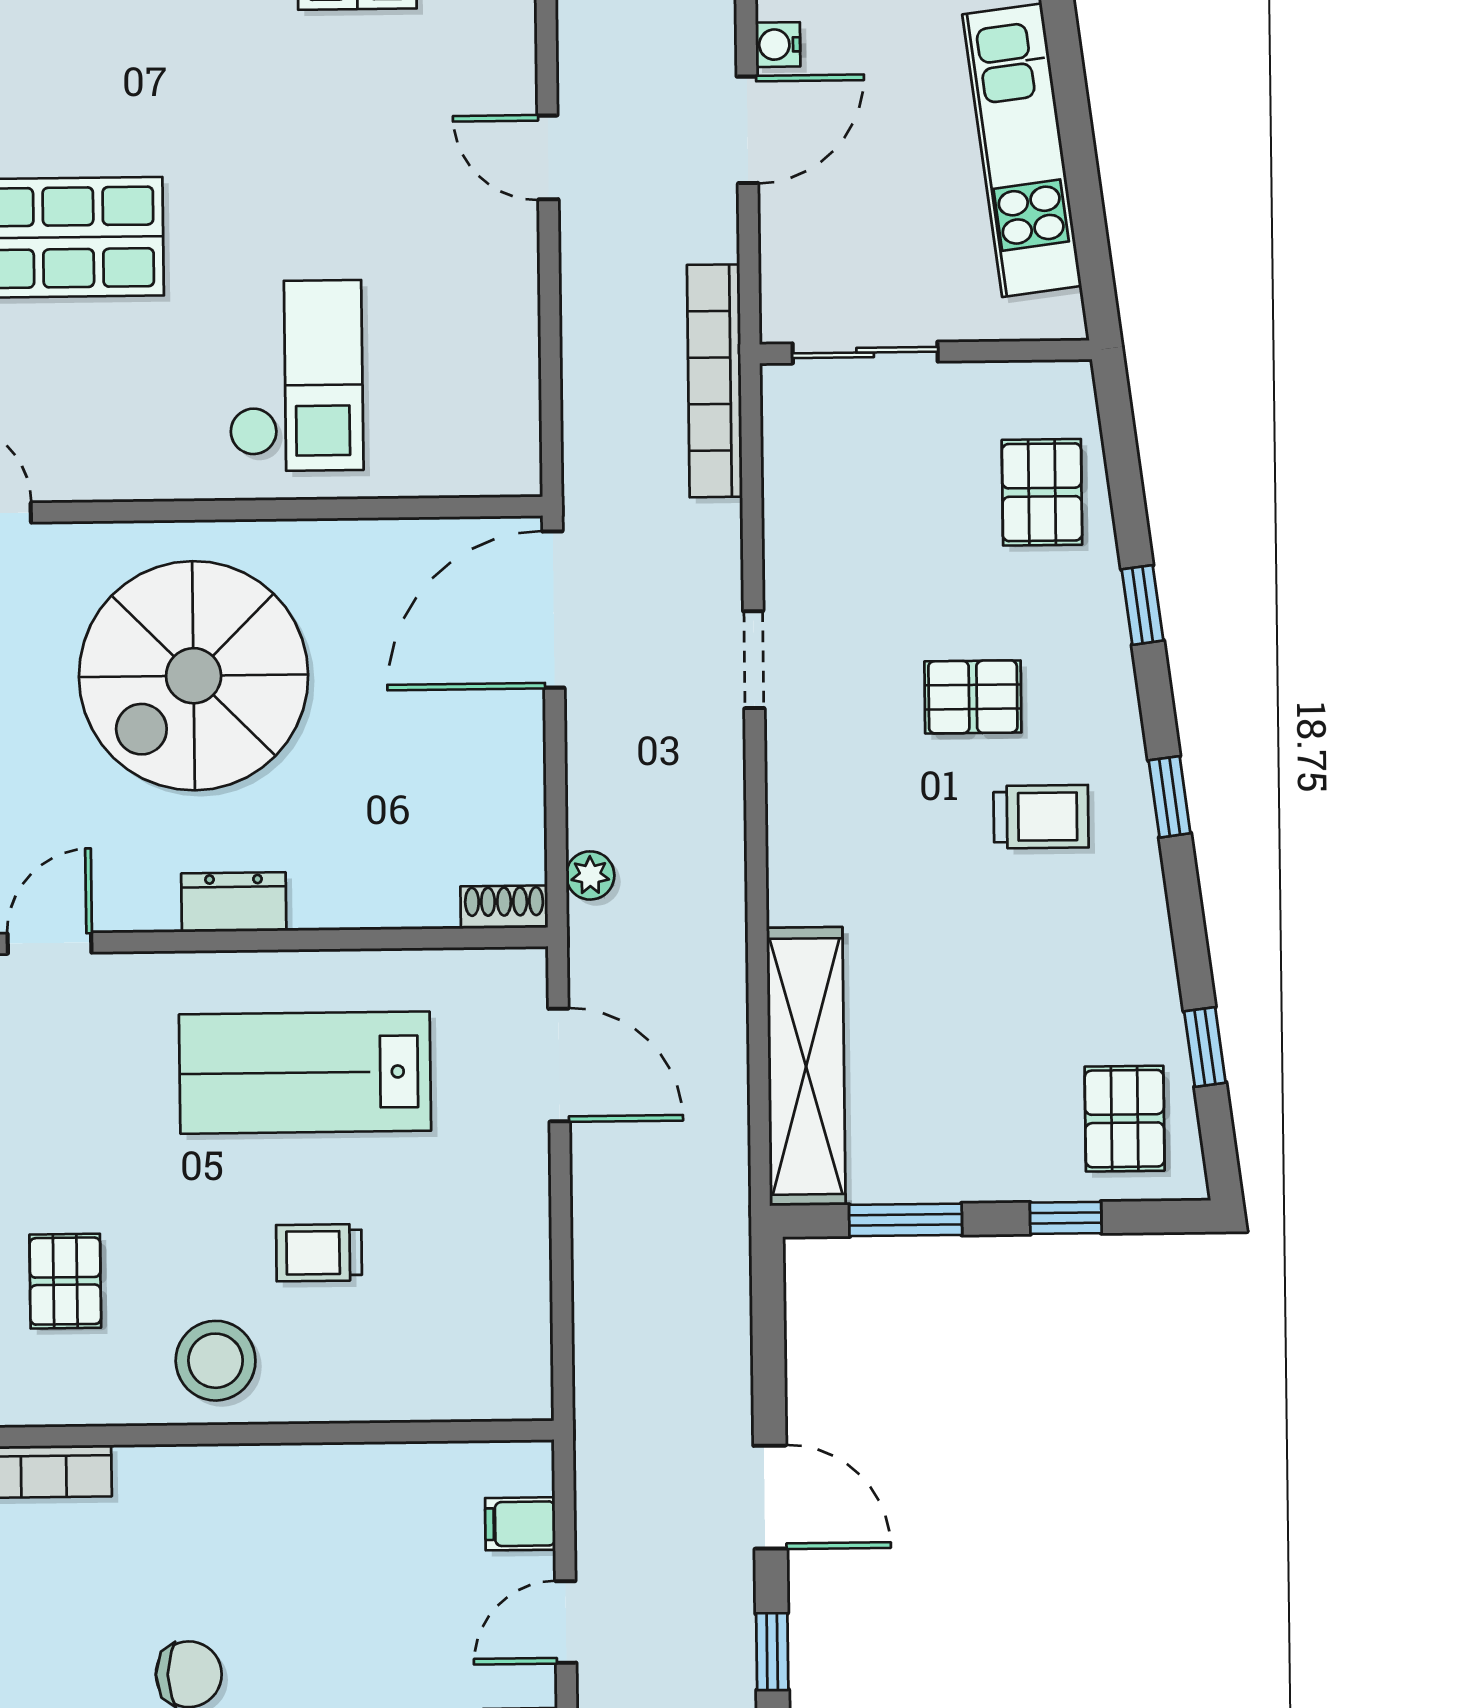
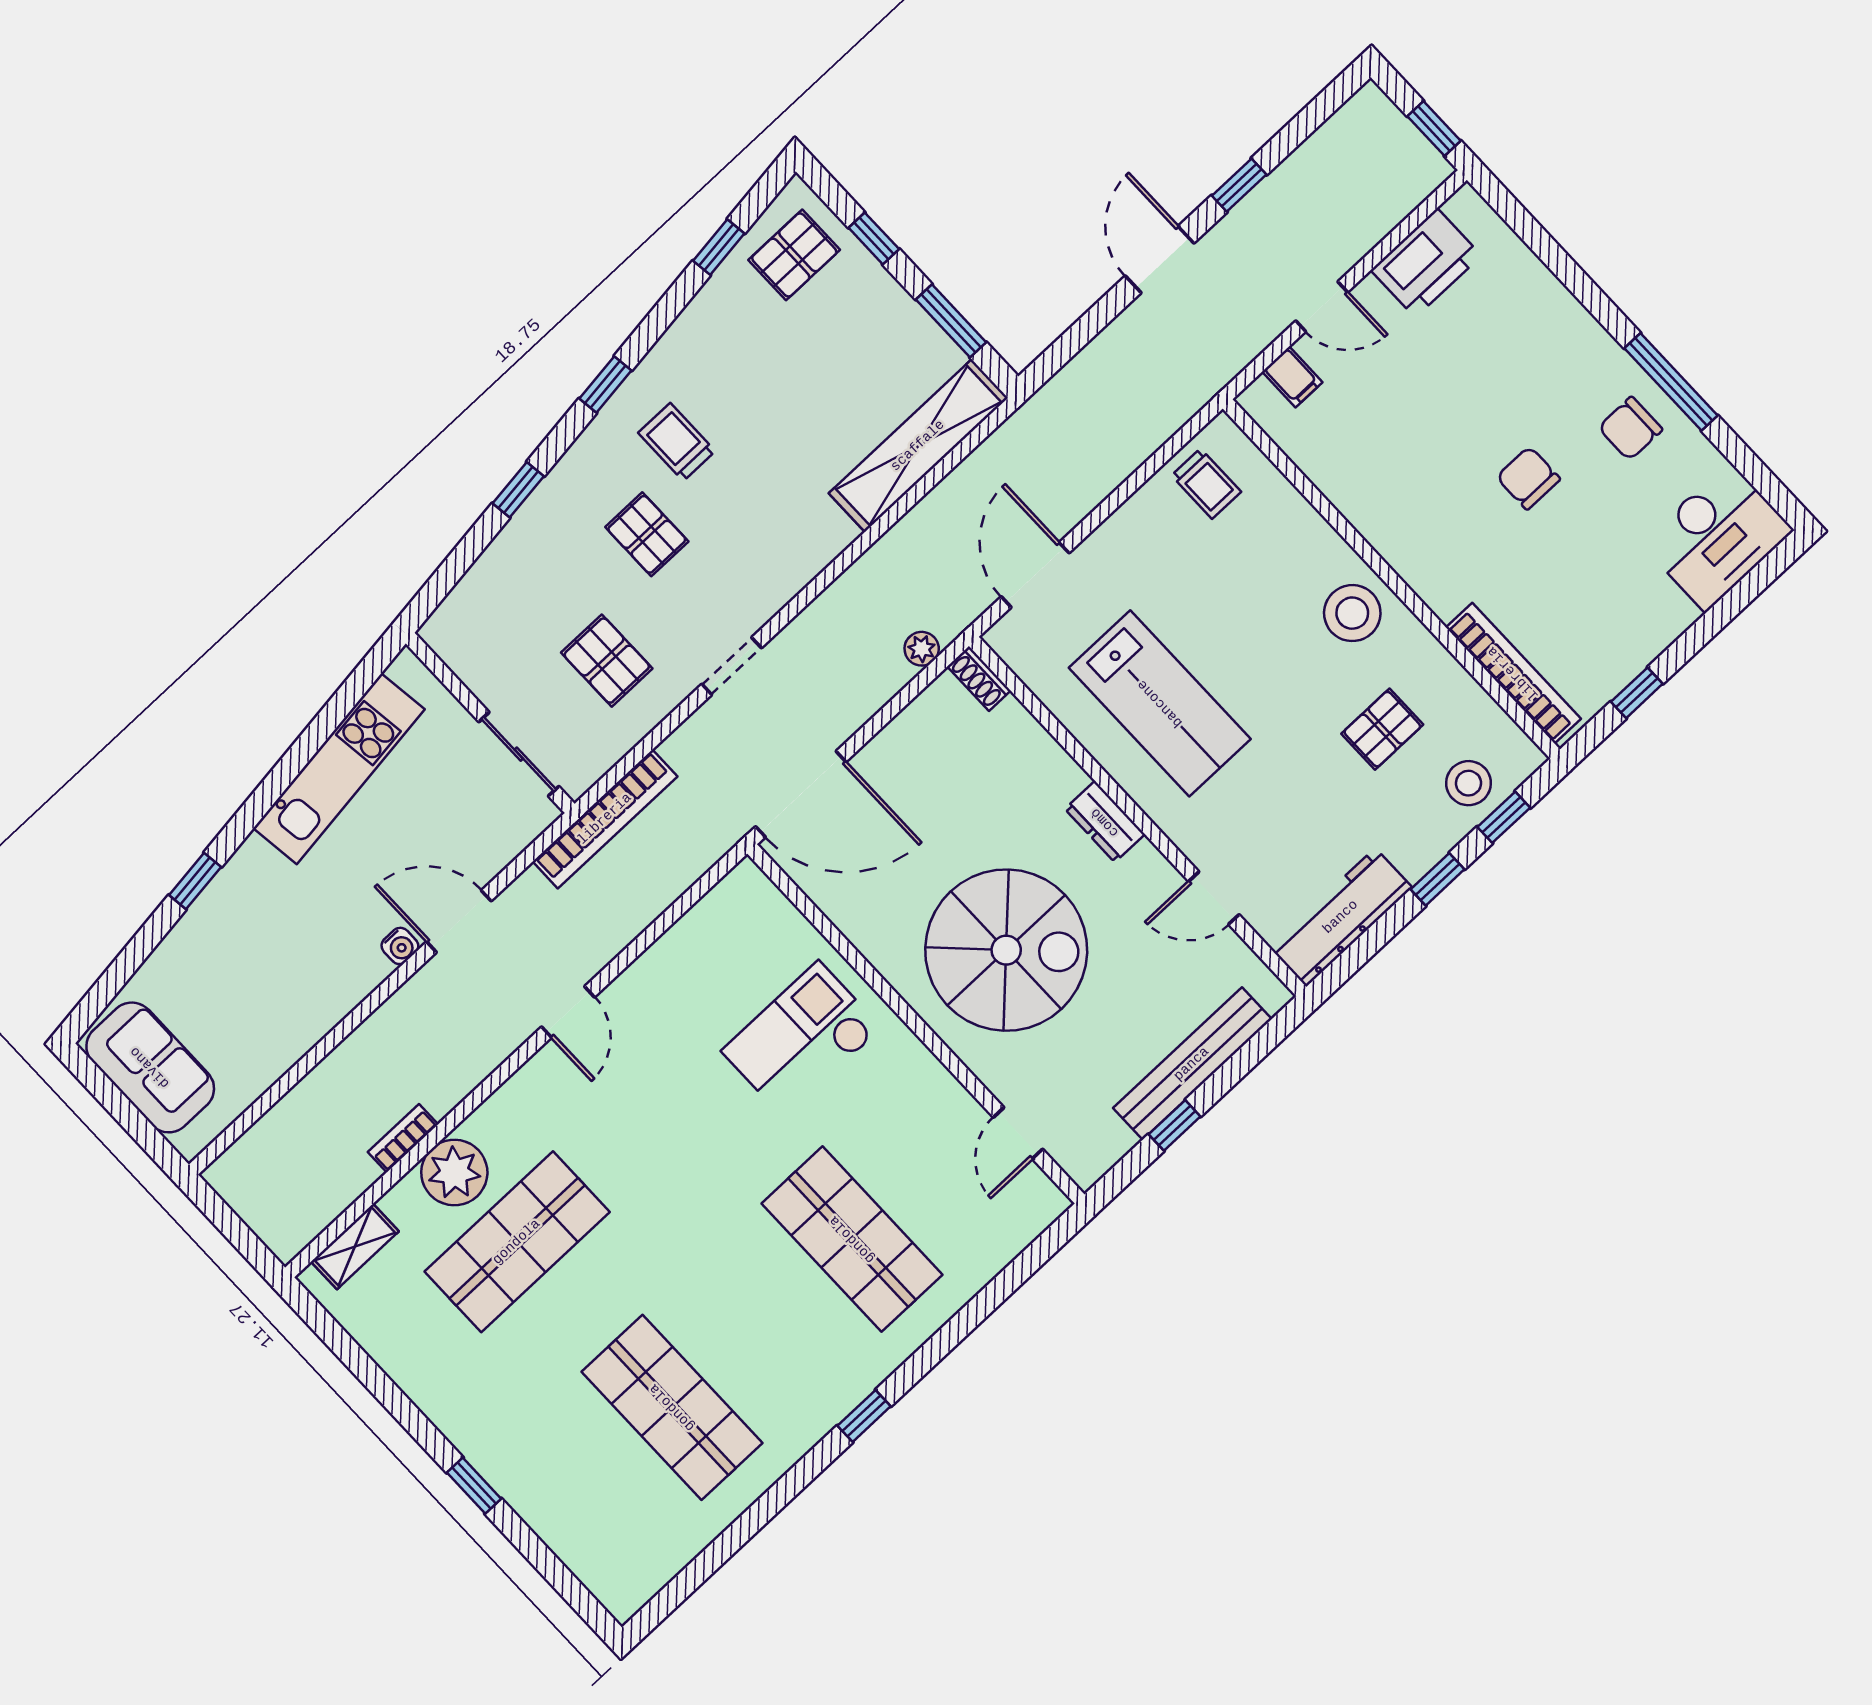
pallet: (1042, 492) -> (607, 661), moved, turned 90
trolley: (319, 1253) -> (1206, 484), moved

